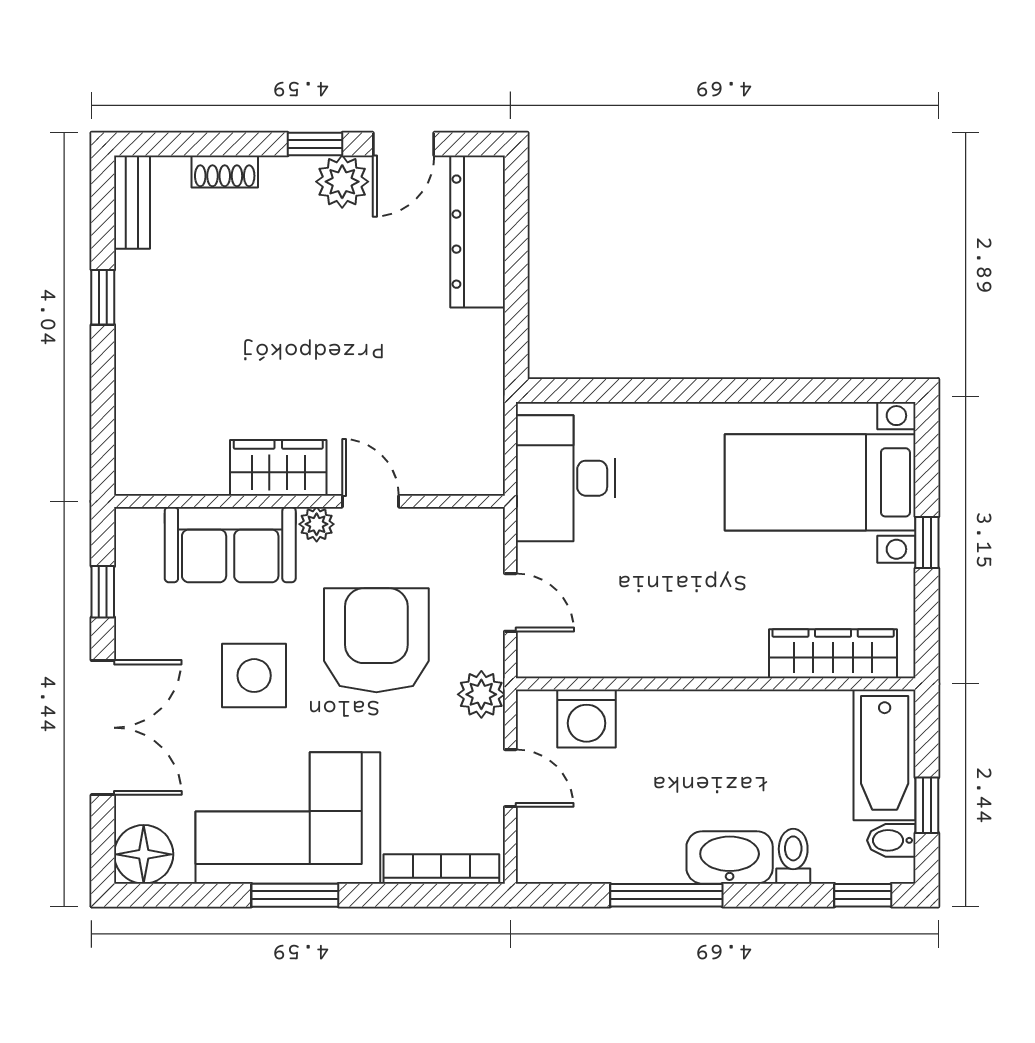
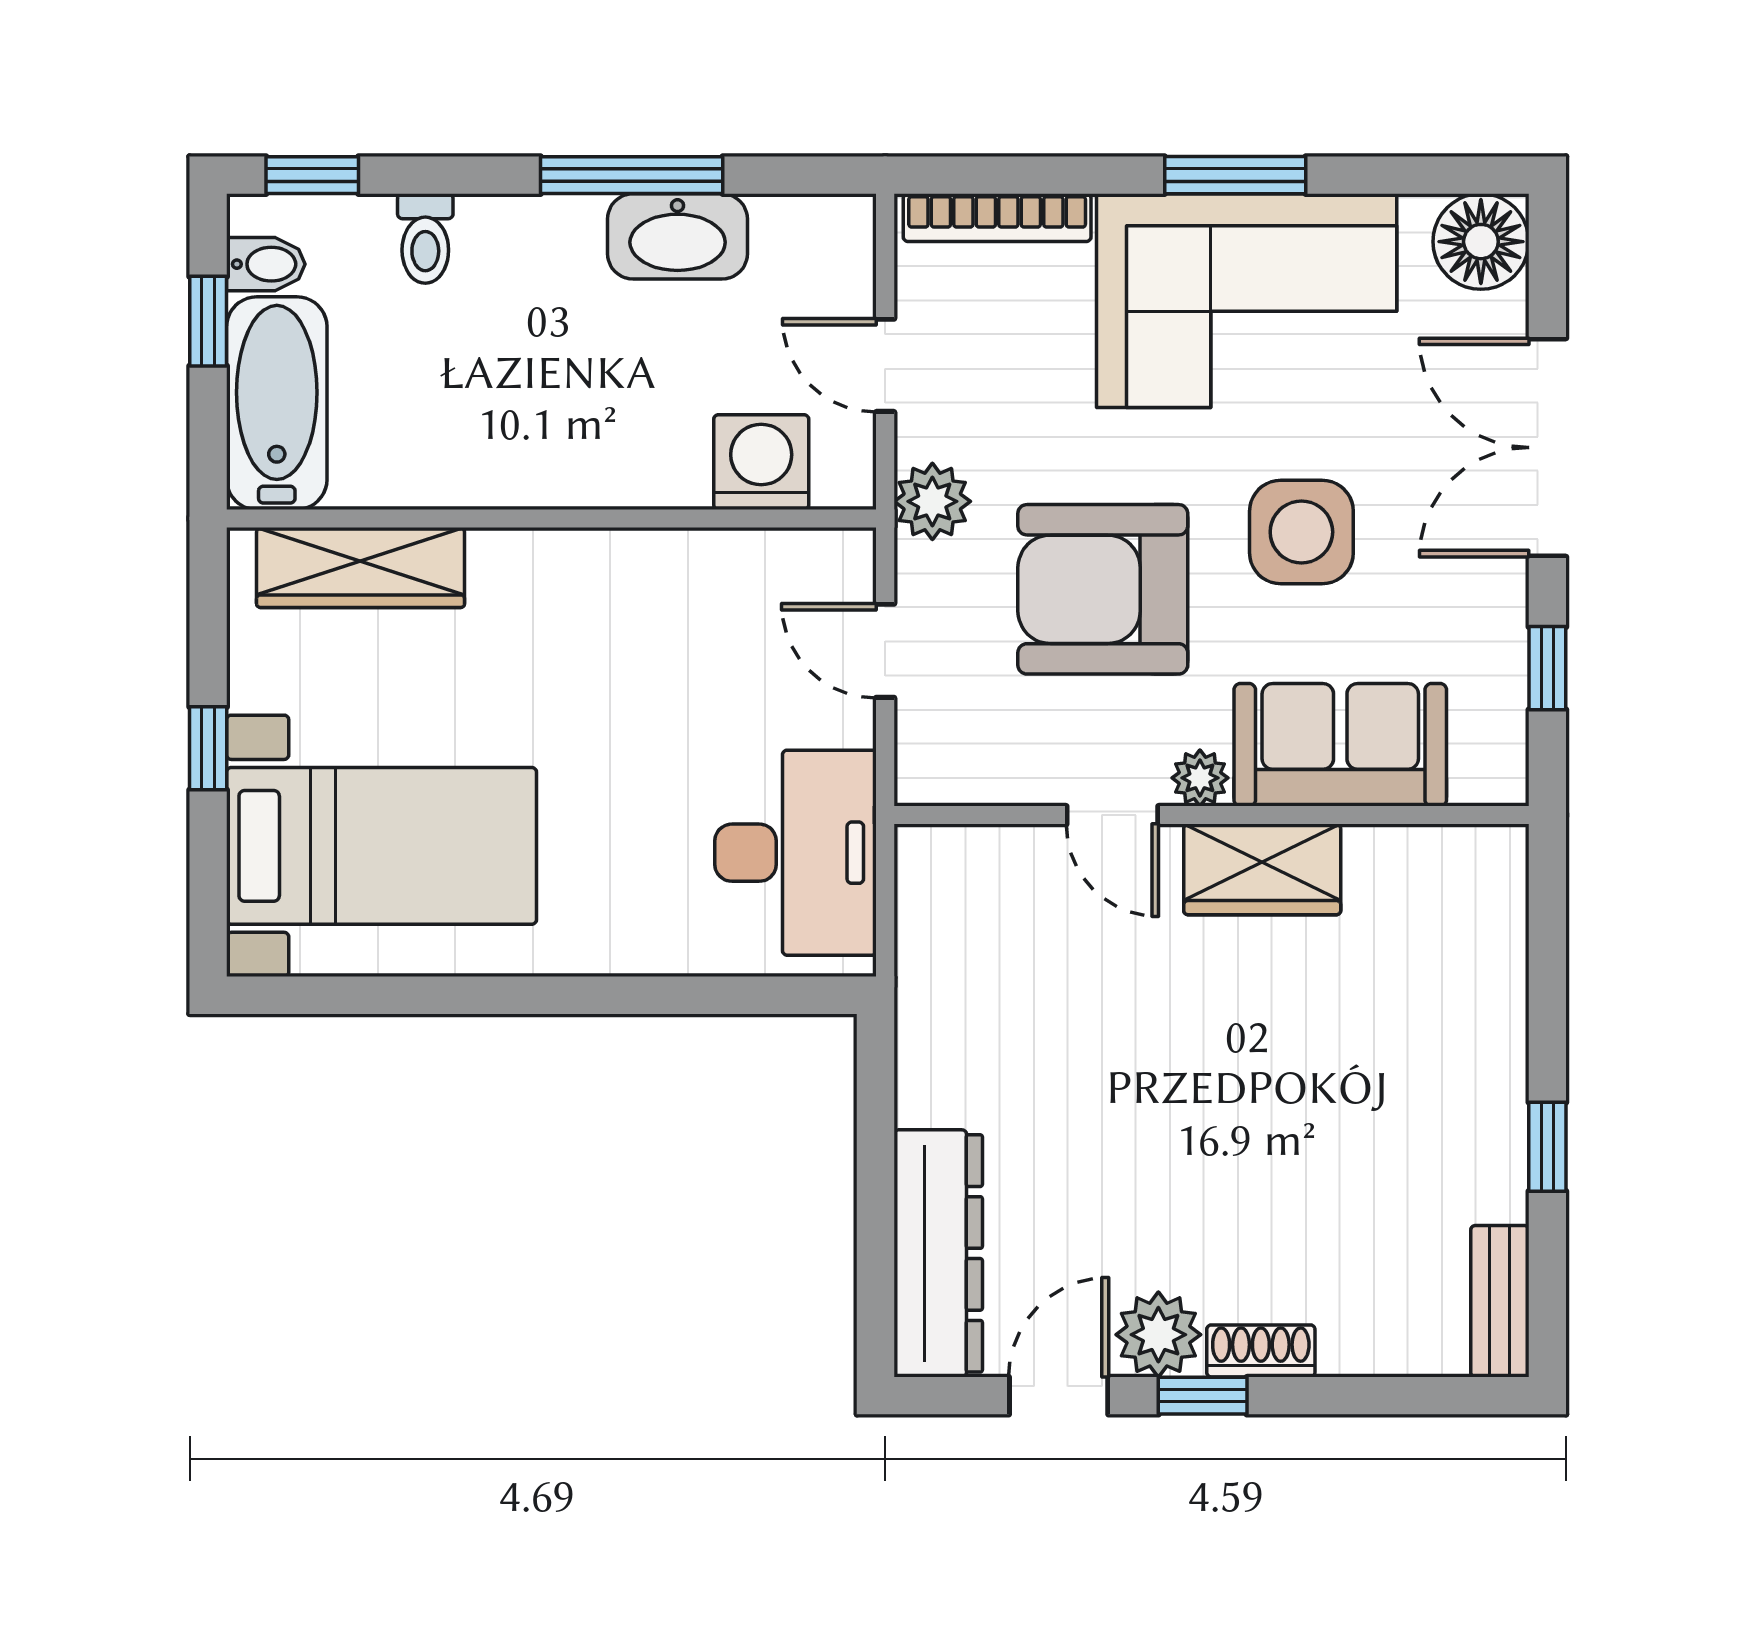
shoe rack: (225, 172) -> (1261, 1351), moved
armchair: (376, 640) -> (1103, 589), turned 90
washbasin: (730, 857) -> (678, 236), moved

